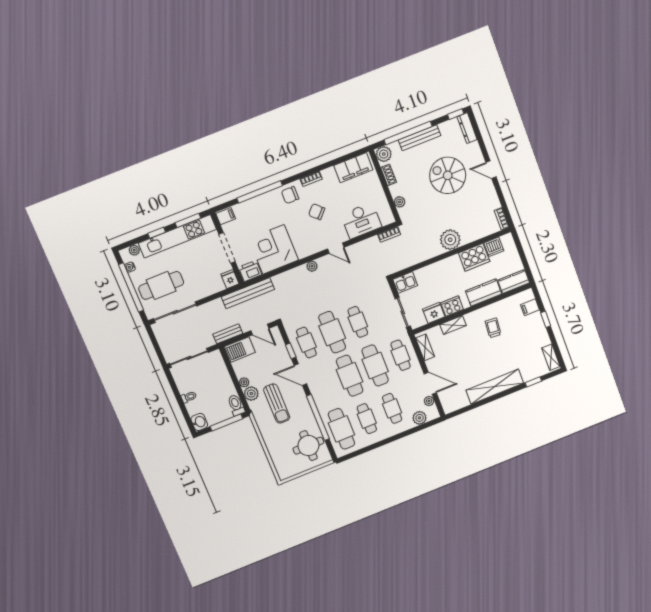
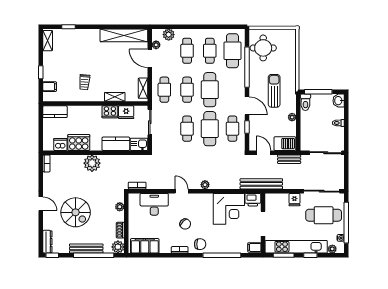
fridge: (230, 279) -> (294, 200), moved
kitchen counter: (484, 292) -> (116, 144), moved, turned 180
cafe table: (375, 365) -> (187, 90), width x0.73, depth x0.74
shelving: (495, 387) -> (124, 35), moved
plant: (251, 394) -> (290, 106), removed

